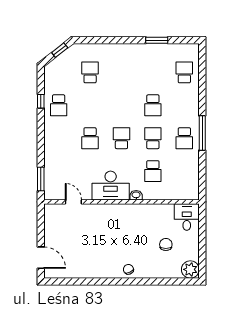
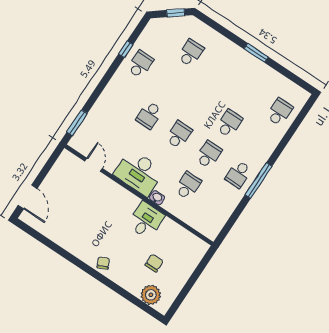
window: (157, 40) -> (256, 53), moved
school desk: (59, 105) -> (140, 64), turned 180
school desk: (153, 105) -> (229, 123), turned 180
school desk: (153, 171) -> (188, 186), turned 180
desk: (187, 217) -> (146, 220), moved
plant: (190, 269) -> (151, 295), moved

